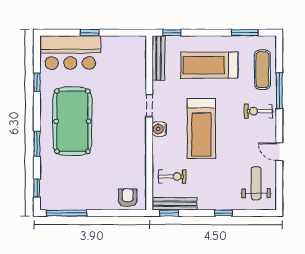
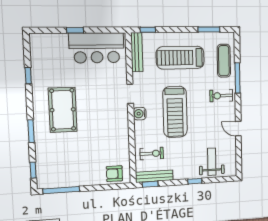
bar counter: (70, 53) -> (97, 48), moved
pool table: (72, 121) -> (63, 110), width x0.73, depth x0.76
weight bench: (256, 183) -> (212, 162), moved
armchair: (128, 198) -> (114, 174), turned -90

